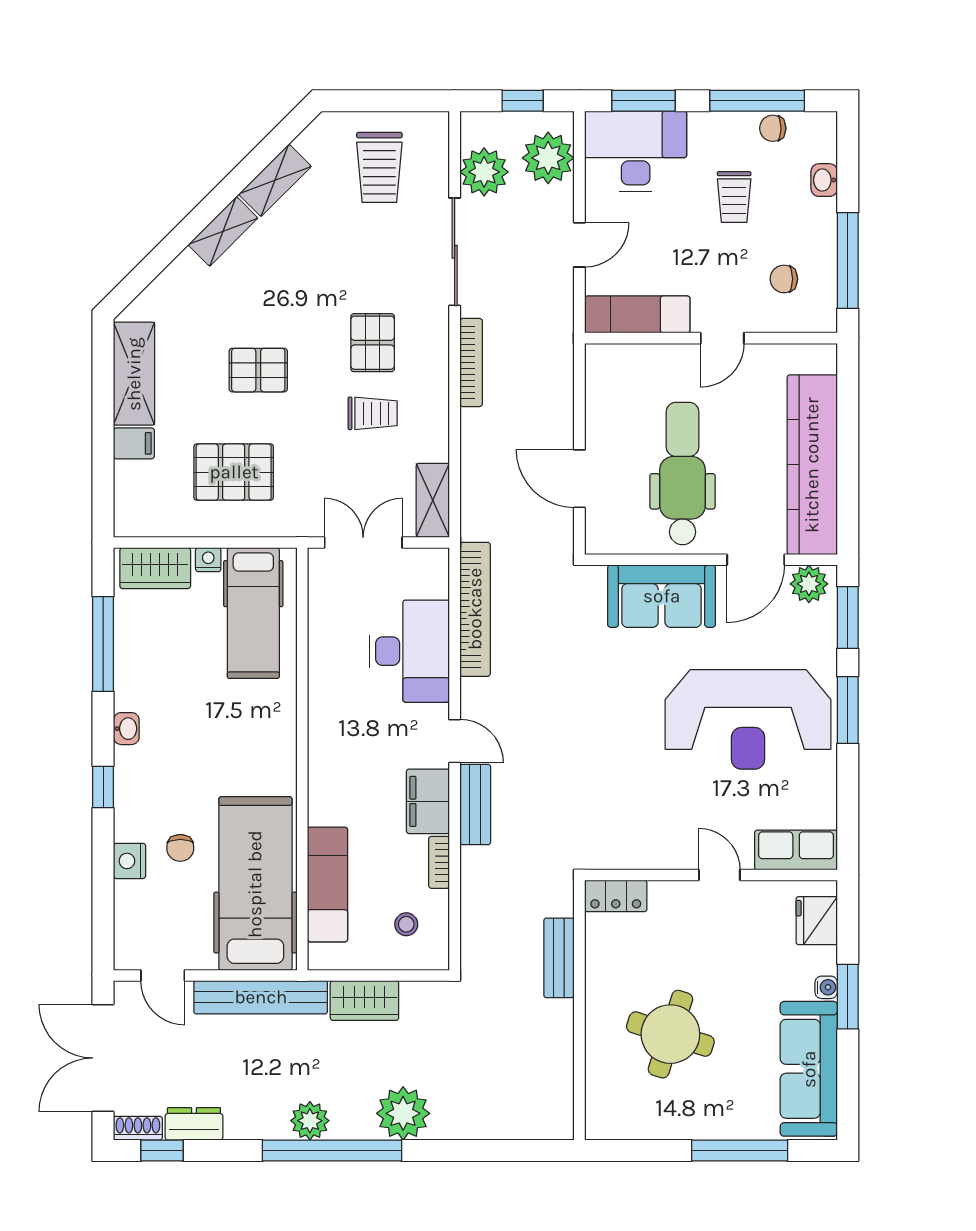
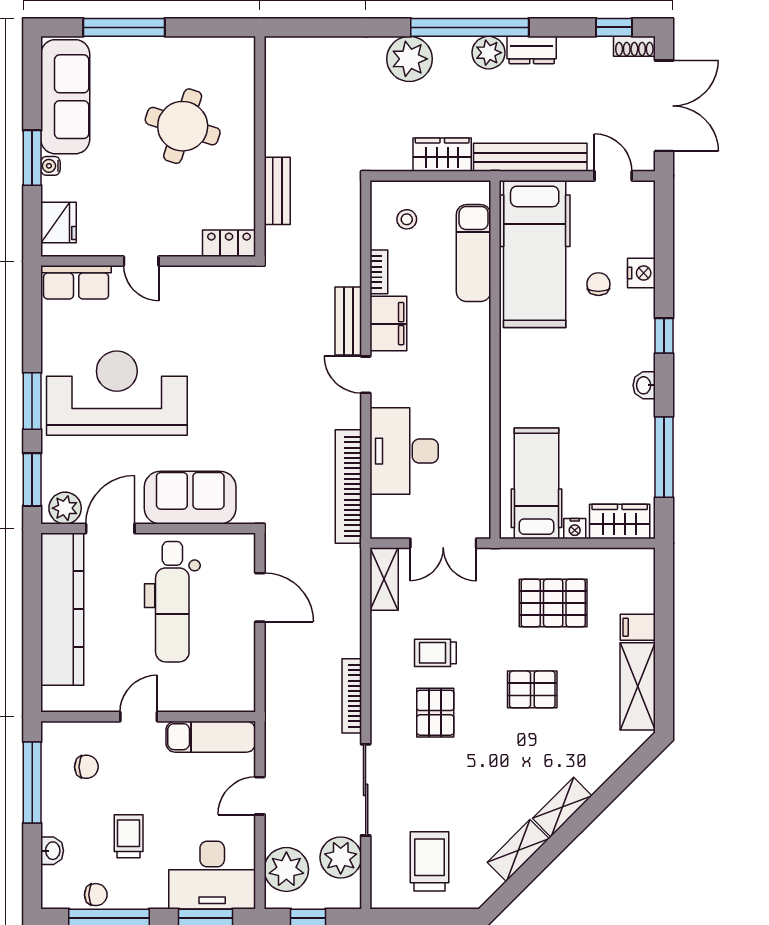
dresser: (194, 1124) -> (532, 50), moved

